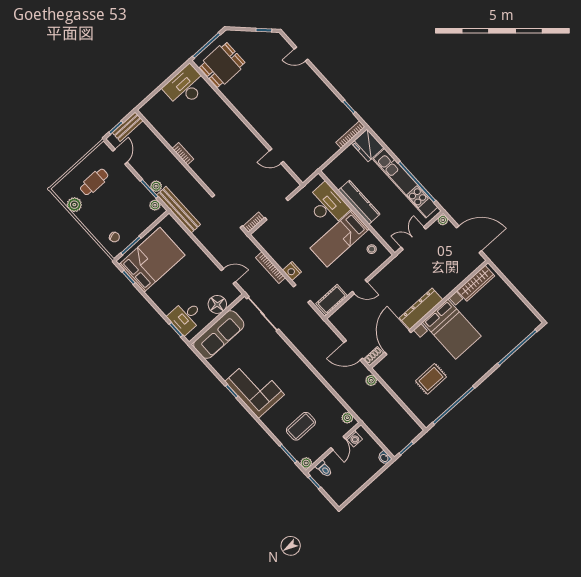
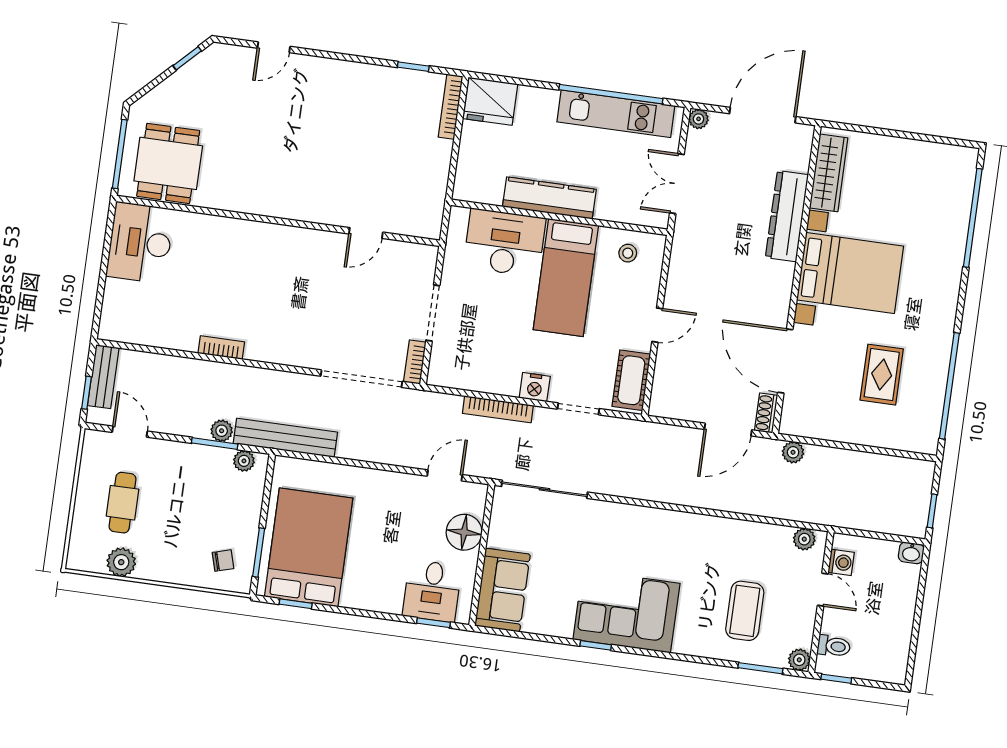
kitchen unit: (405, 183) -> (616, 114), width x0.73
dresser: (421, 309) -> (787, 216), moved
sofa: (219, 335) -> (502, 590), width x0.73

